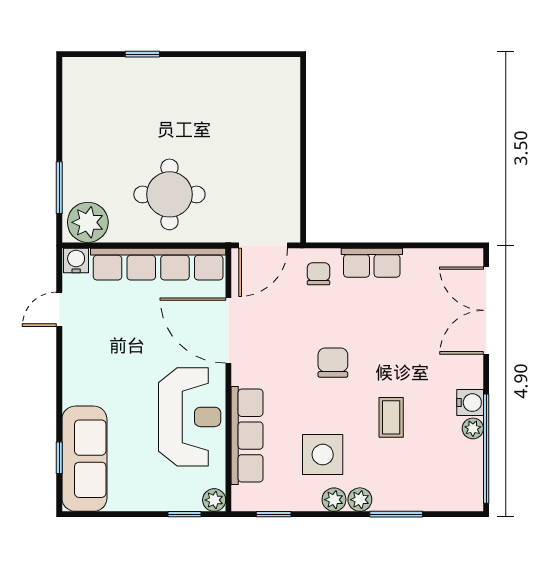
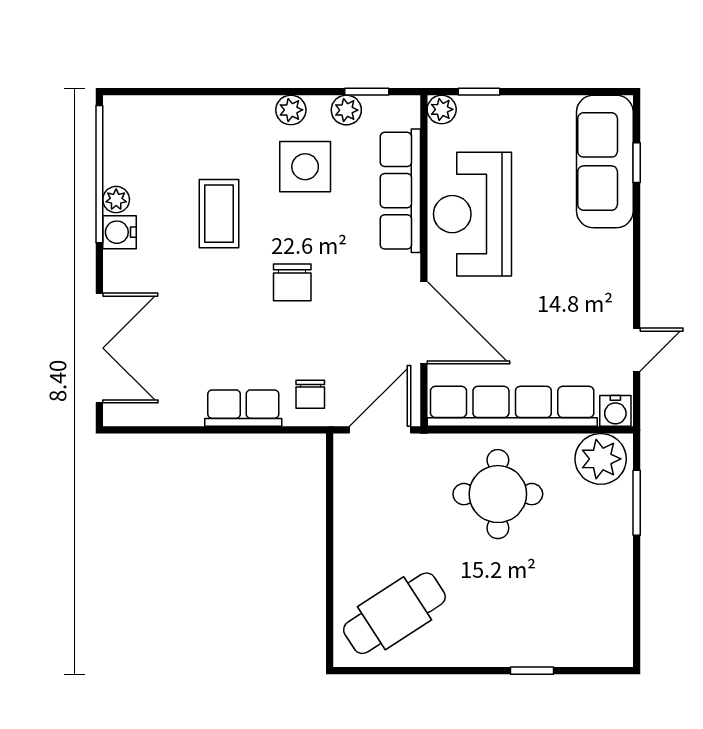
cafe table: (252, 100) -> (394, 613), added
coffee table: (391, 417) -> (219, 214), width x1.36, depth x1.30
plant: (360, 500) -> (346, 110), moved
window: (396, 514) -> (213, 92), removed

